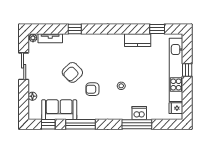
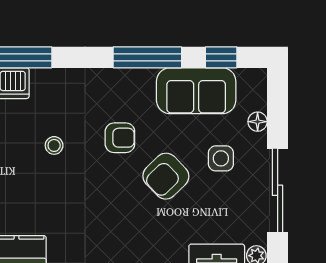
sliding door: (24, 66) -> (278, 190), width x1.37
armchair: (72, 72) -> (166, 176), turned 180
side table: (48, 80) -> (221, 158), added

